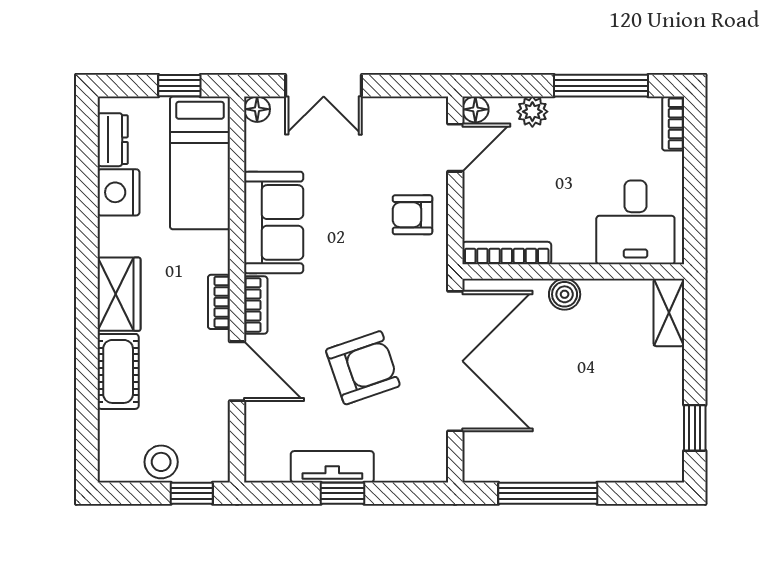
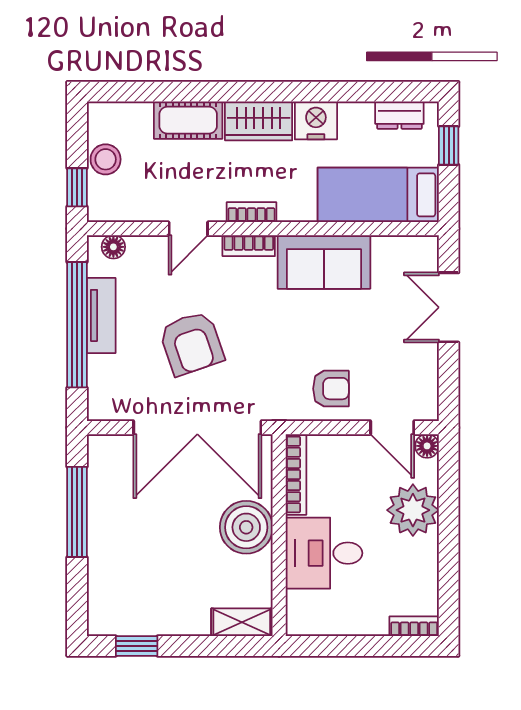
window: (179, 86) -> (449, 146), moved
window: (601, 86) -> (449, 561), removed
floor lamp: (257, 109) -> (113, 247), moved
plant: (532, 112) -> (413, 510), width x1.88, depth x1.88
nightstand: (118, 192) -> (316, 120), moved
armchair: (412, 215) -> (331, 389), turned 90
desk: (635, 222) -> (324, 553), moved
boiler: (565, 294) -> (246, 527), width x1.86, depth x1.86
door: (237, 371) -> (188, 229), width x0.73
window: (342, 493) -> (77, 325), width x3.17

